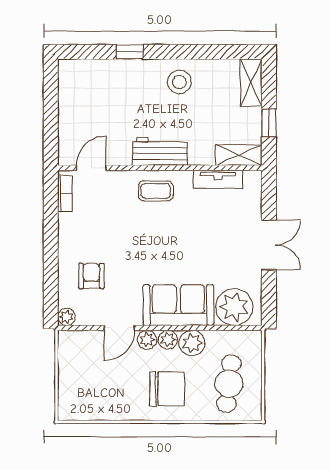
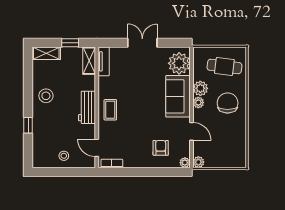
stool: (78, 112) -> (64, 156), added
tv unit: (218, 179) -> (104, 61), moved
armchair: (91, 276) -> (161, 148), turned 90
plant: (147, 340) -> (198, 162), moved

